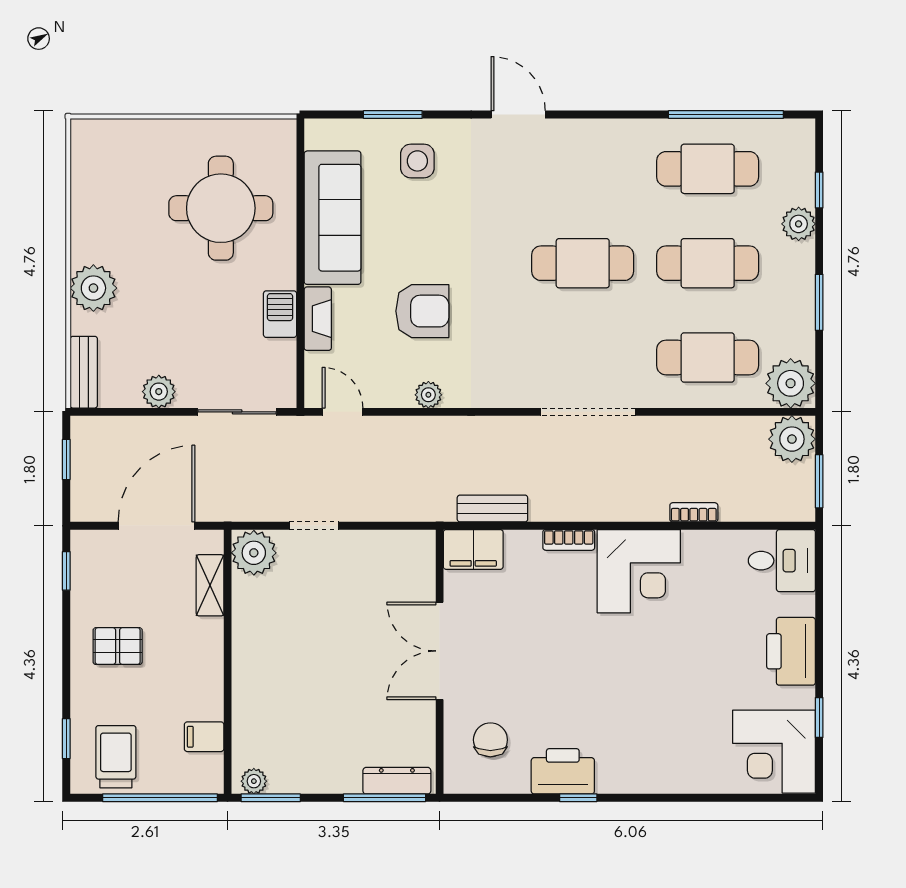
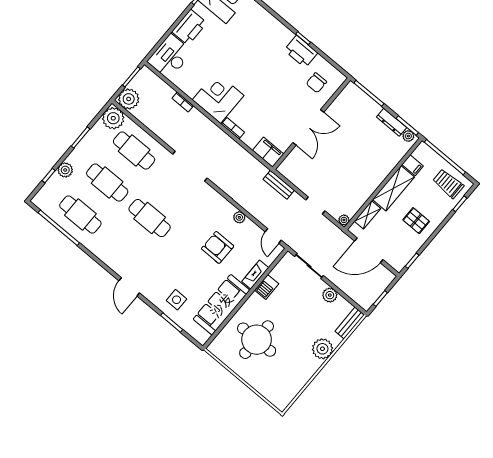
bench: (492, 508) -> (279, 185), moved
plant: (254, 553) -> (344, 220), width x0.53, depth x0.53
desk: (782, 561) -> (170, 57), width x1.37
shelving: (204, 669) -> (393, 188), added
trolley: (116, 757) -> (448, 184), turned 90
dresser: (397, 781) -> (392, 122), moved

